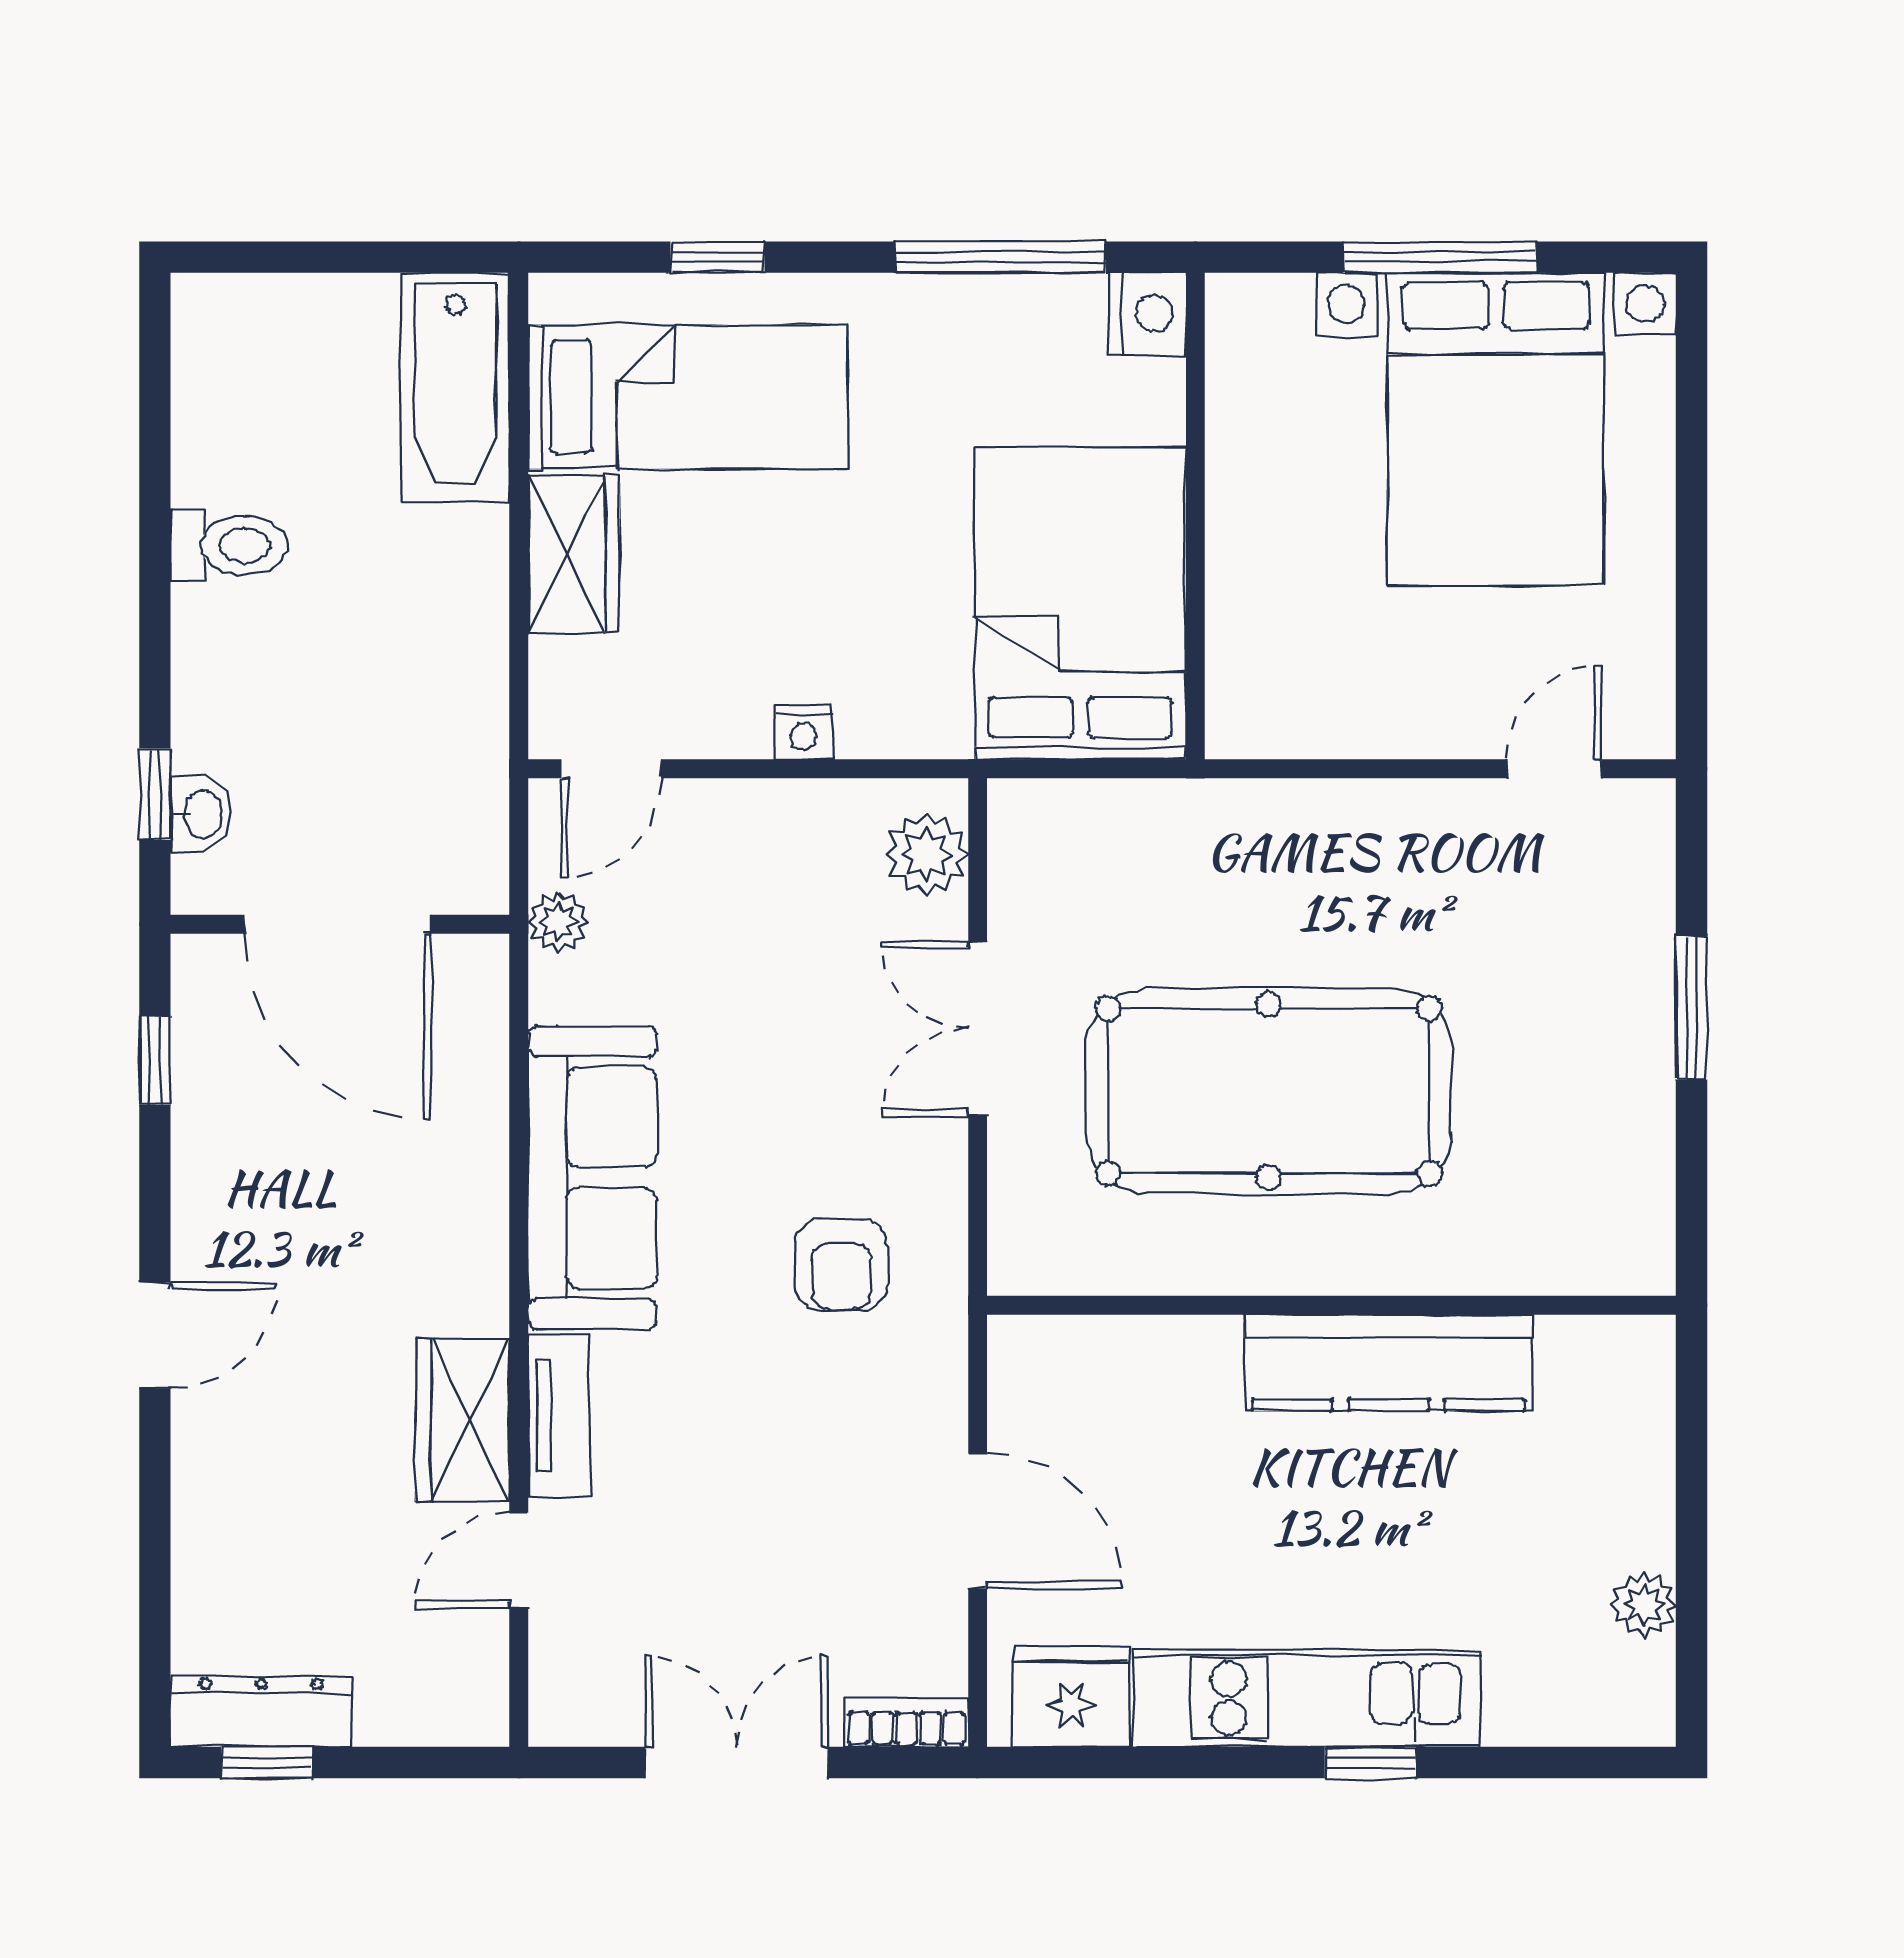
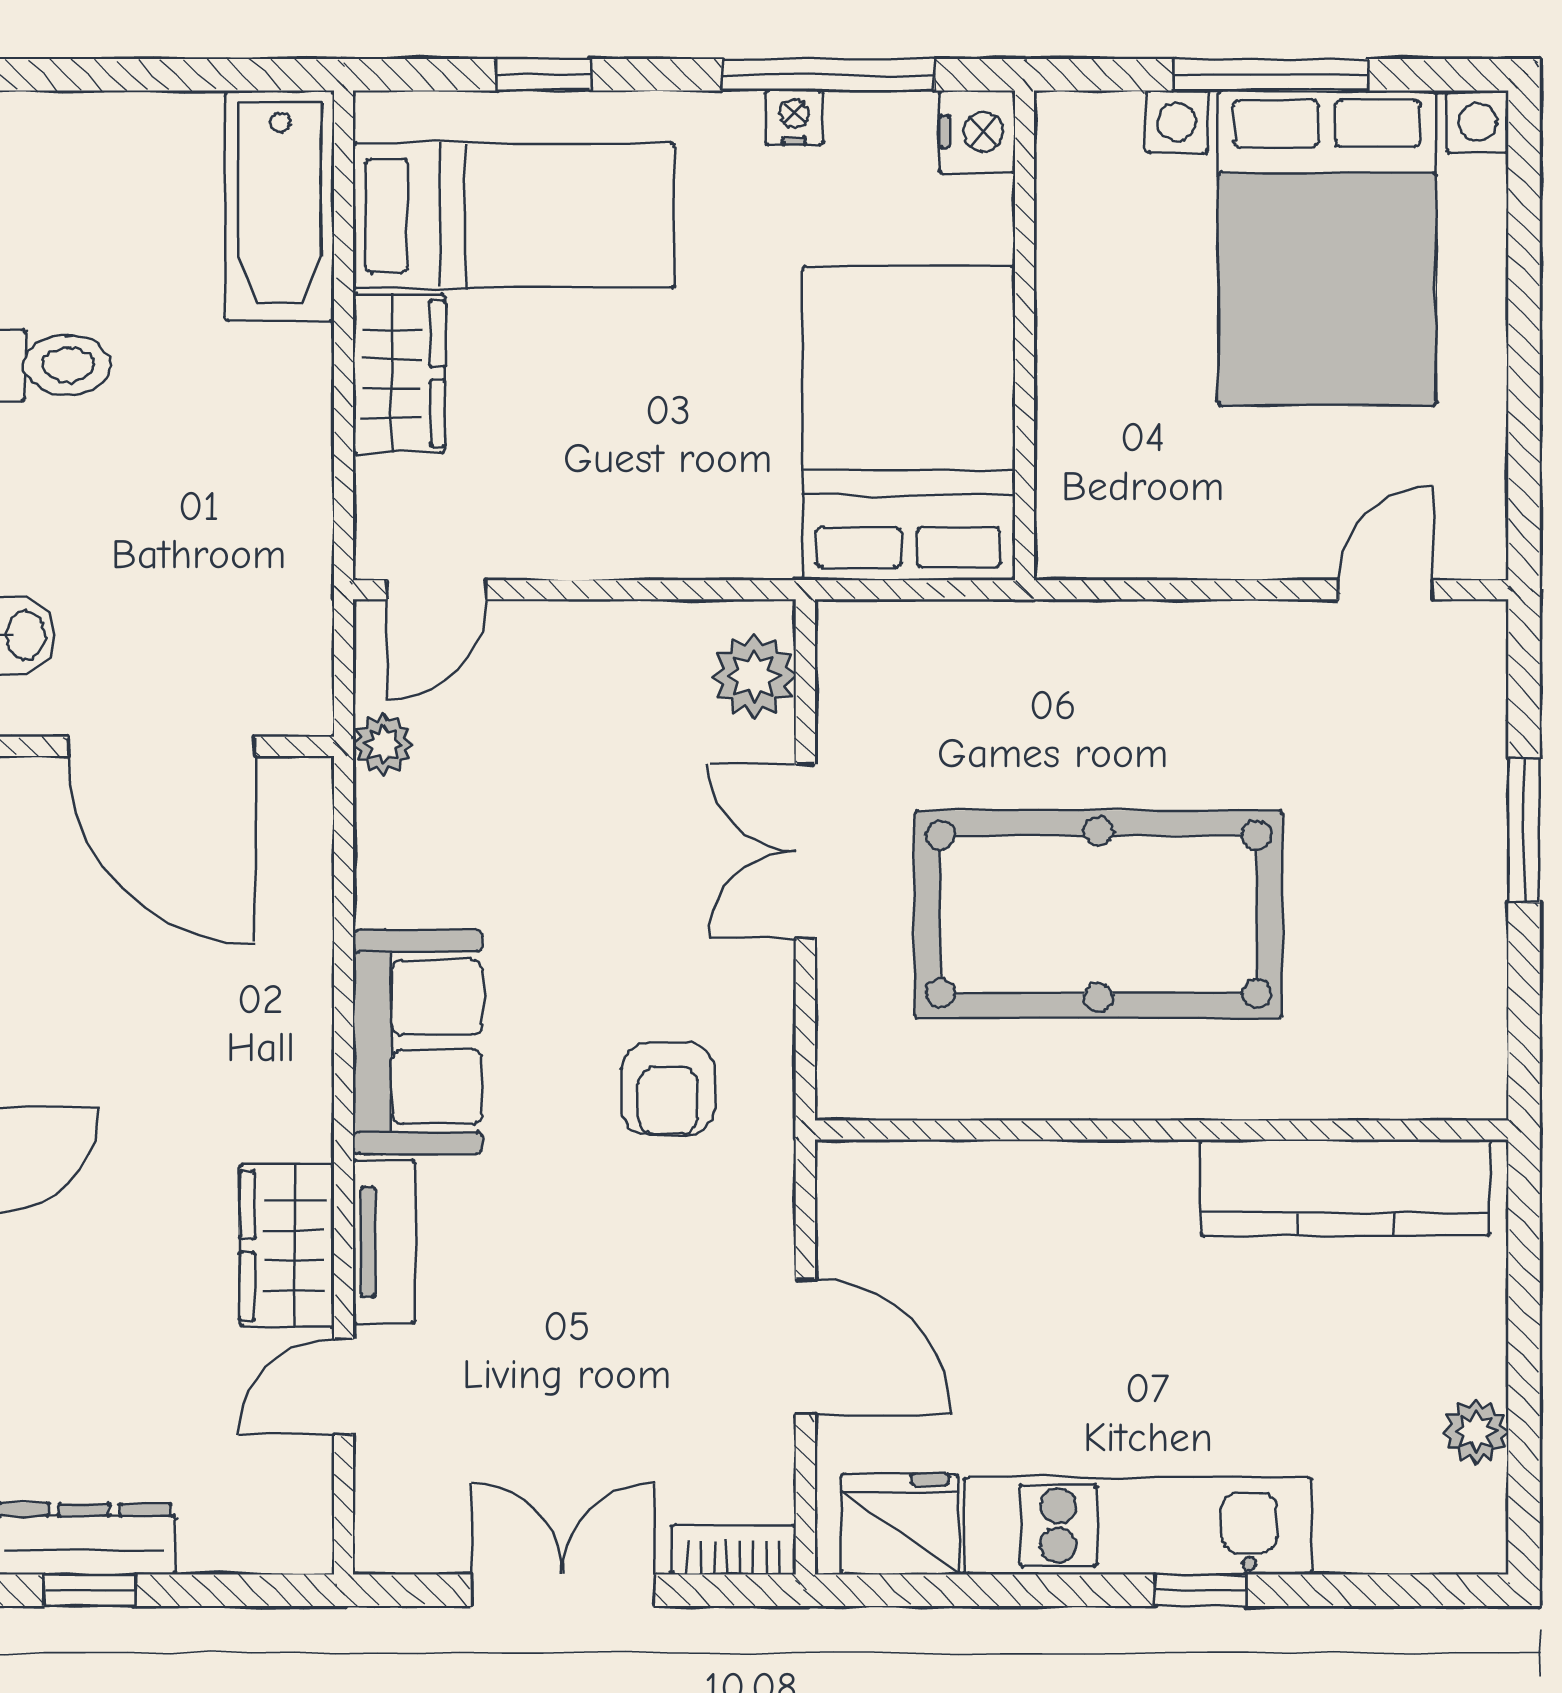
nightstand: (803, 732) -> (794, 118), moved, turned 180
sofa: (592, 1178) -> (418, 1042), width x0.73
kitchen counter: (1388, 1363) -> (1345, 1188), moved

